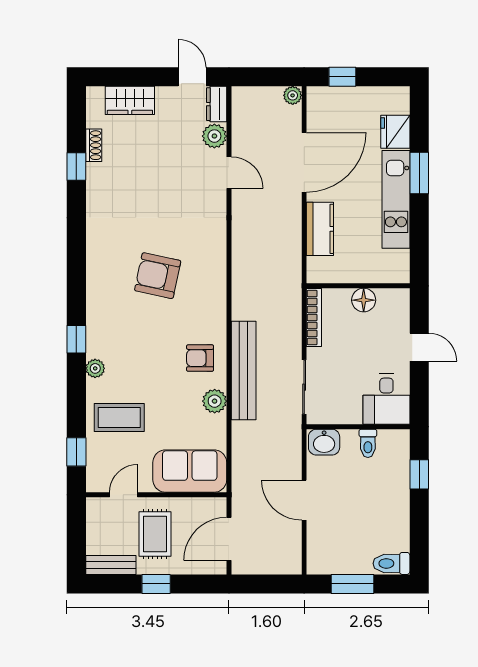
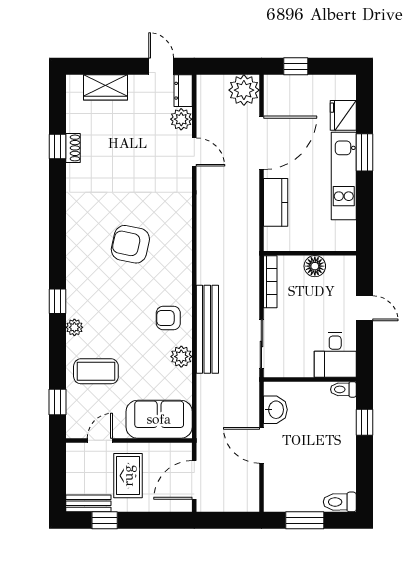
plant: (293, 95) -> (244, 90), width x1.87, depth x1.87
shoe rack: (94, 145) -> (73, 148), moved
washbasin: (324, 442) -> (275, 410), moved, turned -90
toilet: (368, 443) -> (343, 389), moved, turned 90
window: (156, 584) -> (105, 520), moved

